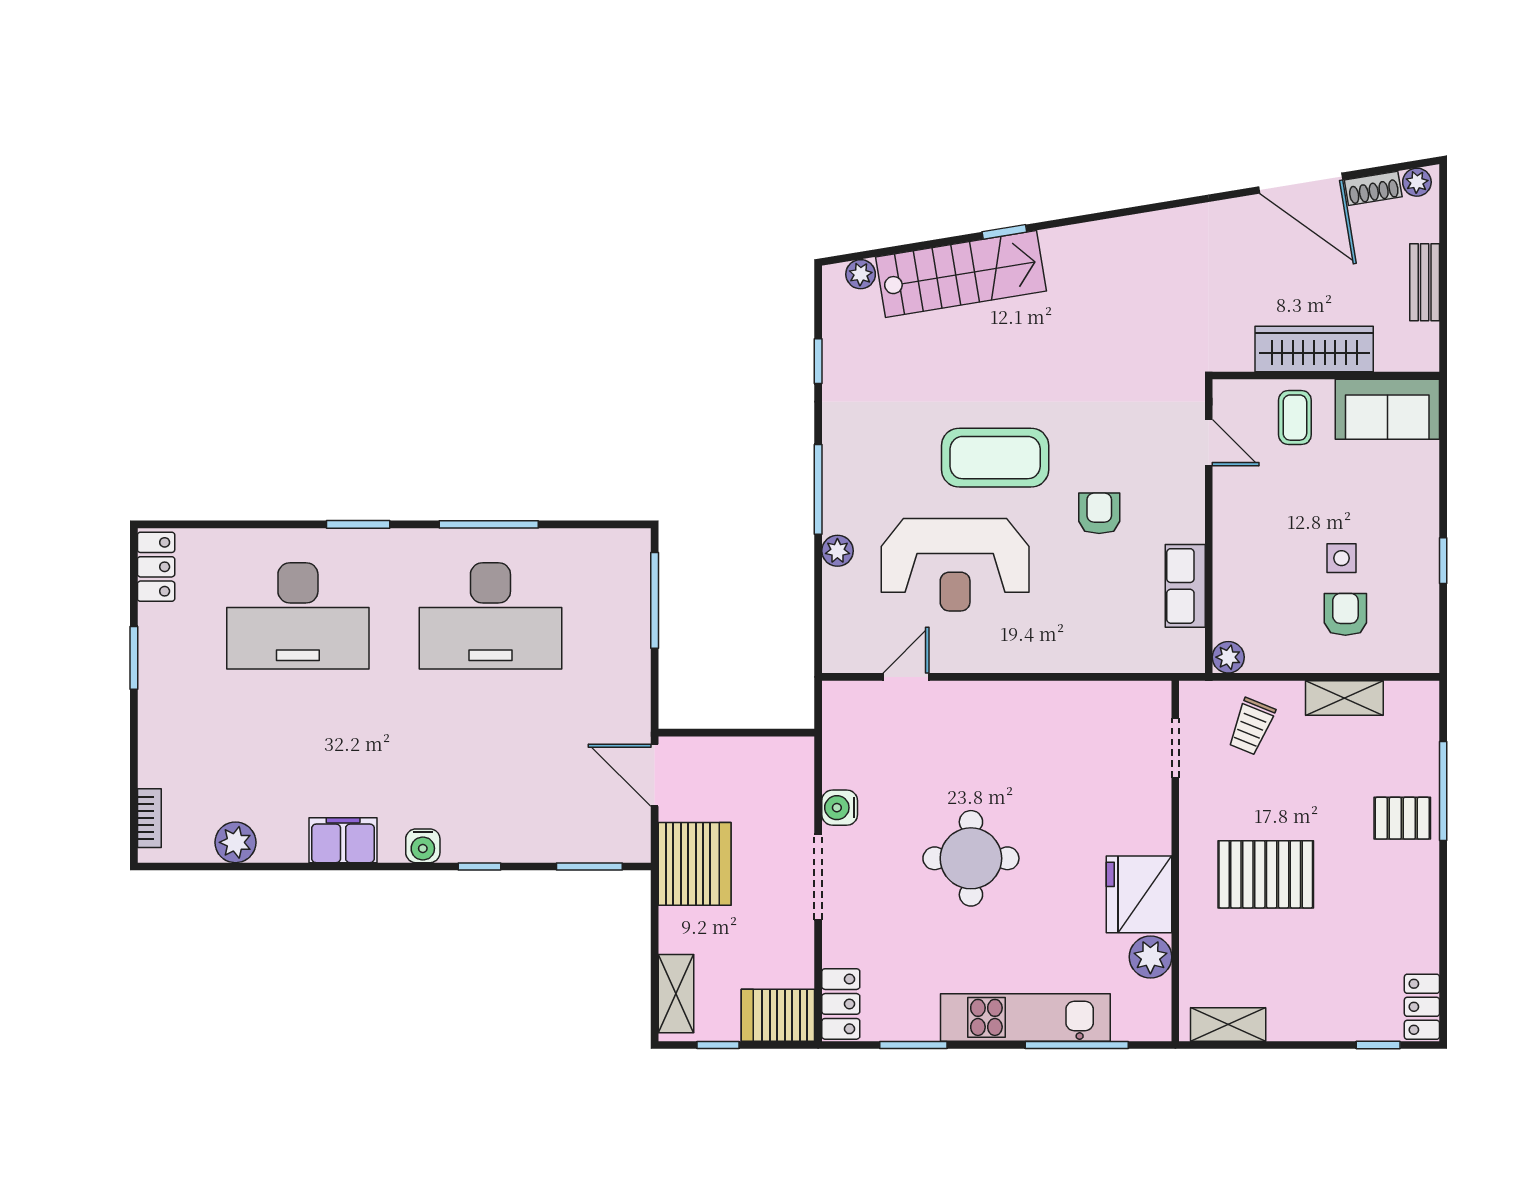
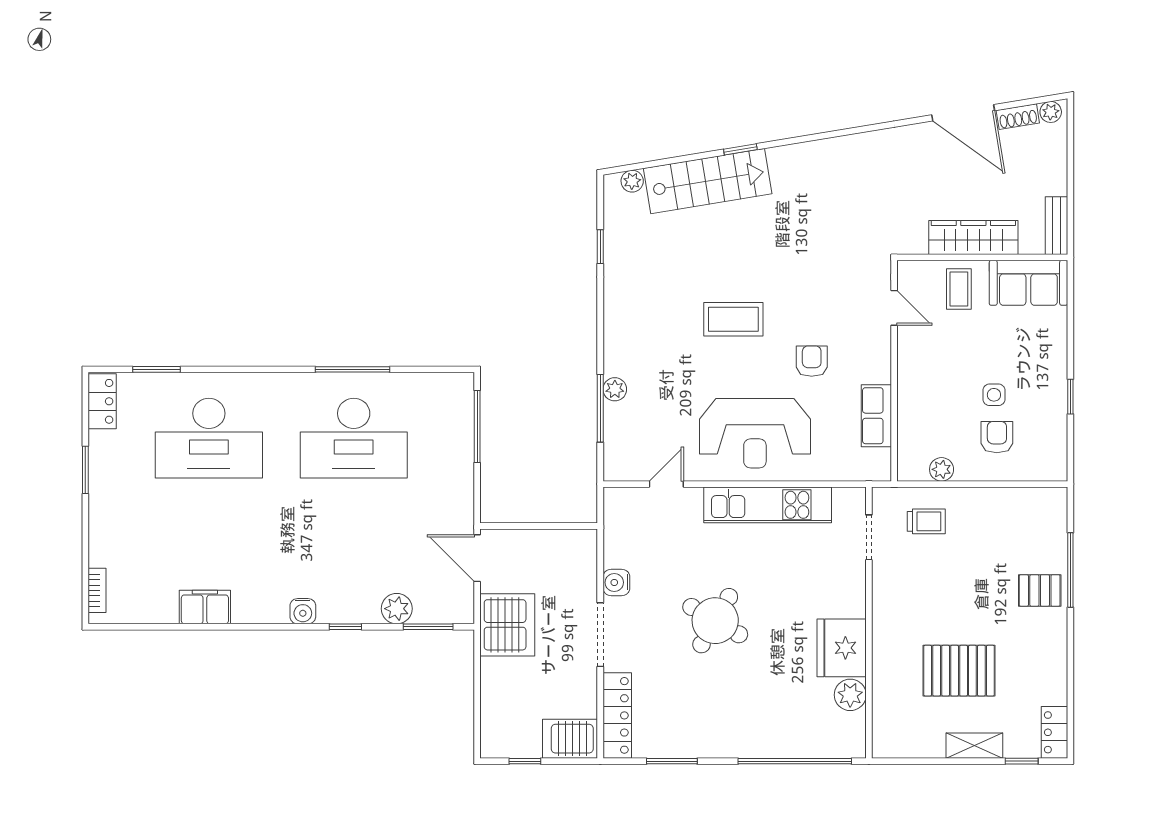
bench: (1425, 282) -> (1056, 226), moved
coffee table: (995, 458) -> (733, 319), width x0.73, depth x0.76
window: (818, 489) -> (600, 408), moved
window: (358, 524) -> (156, 369), moved
reception desk: (955, 565) -> (755, 433), moved
plant: (1228, 657) -> (942, 469), moved
shelving: (1344, 698) -> (996, 500), removed
trolley: (1251, 726) -> (926, 521), turned -112
filing cabinet: (343, 840) -> (205, 607), moved
plant: (235, 842) -> (397, 609), moved
round table: (971, 858) -> (715, 621), turned 30
pallet: (1266, 874) -> (959, 671), moved
shelving: (676, 994) -> (493, 723), removed
locker: (841, 1004) -> (617, 715), width x1.53
kitchen unit: (1025, 1017) -> (768, 505), moved, turned 180
shelving: (1228, 1024) -> (974, 746), moved
window: (1077, 1045) -> (795, 761), width x1.46

